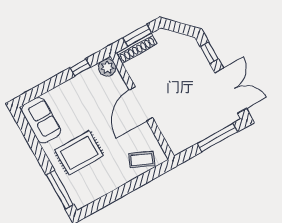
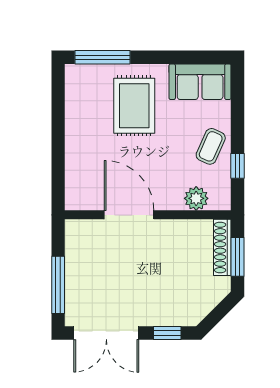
plant: (107, 68) -> (196, 198), moved
door: (141, 104) -> (129, 215), moved
coffee table: (142, 159) -> (211, 146), moved

